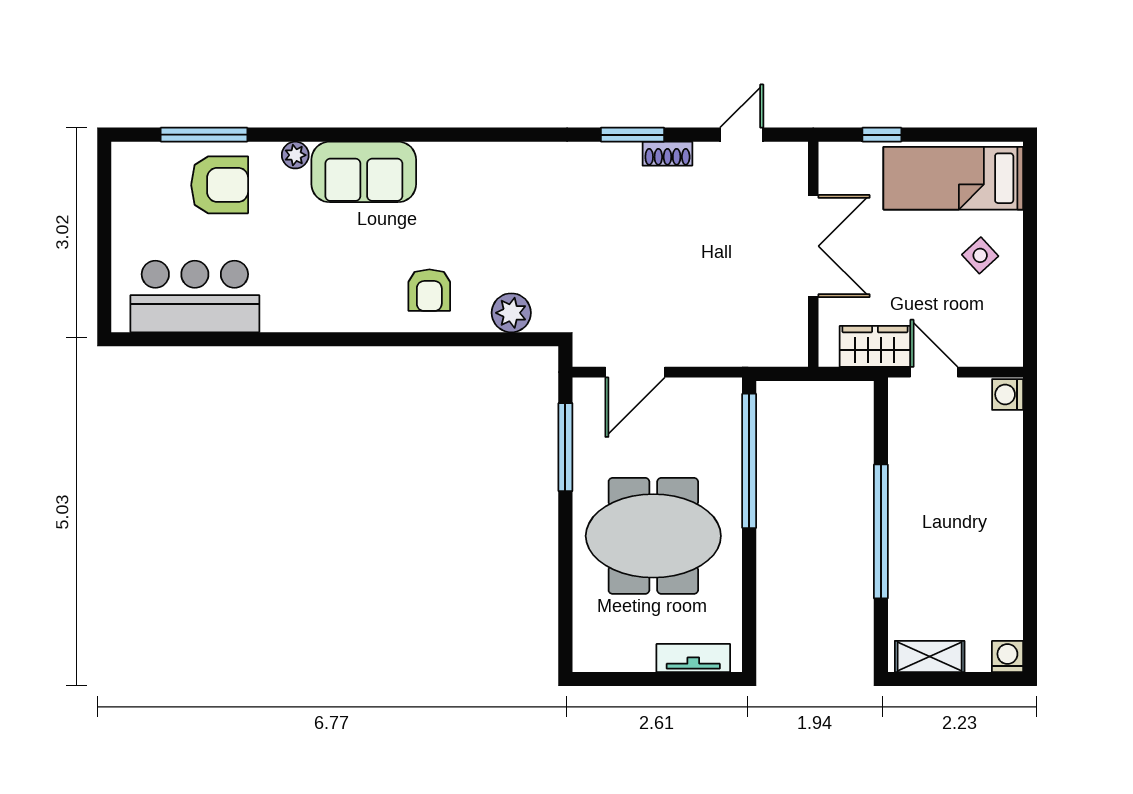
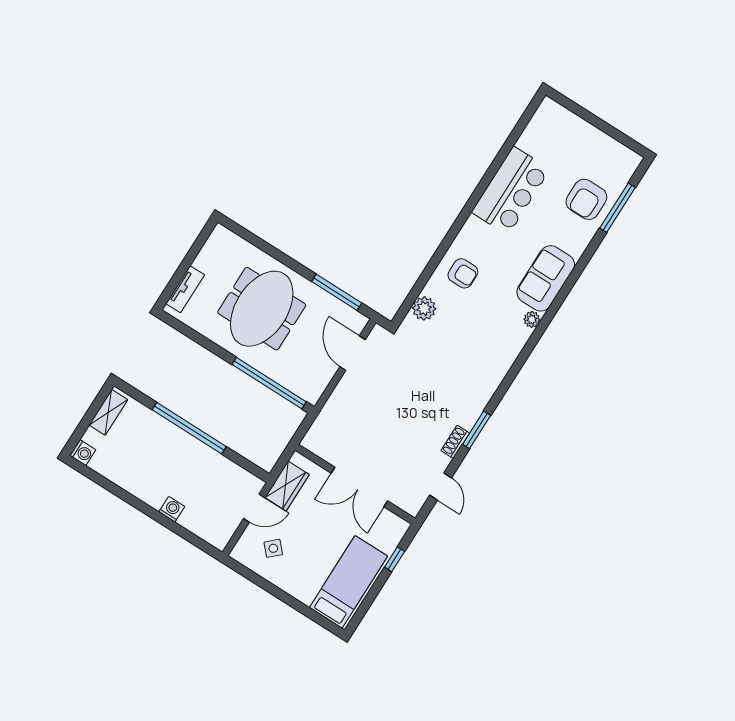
plant: (295, 155) -> (532, 319), moved
side table: (980, 255) -> (273, 548), moved
armchair: (429, 290) -> (463, 273), turned 180
bar counter: (195, 296) -> (511, 191), moved
washing machine: (1008, 394) -> (172, 509), moved

